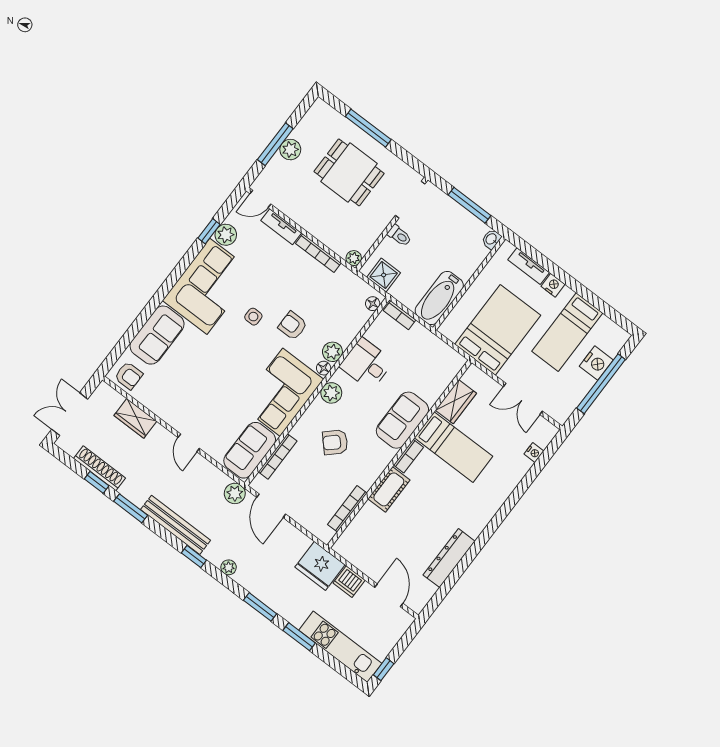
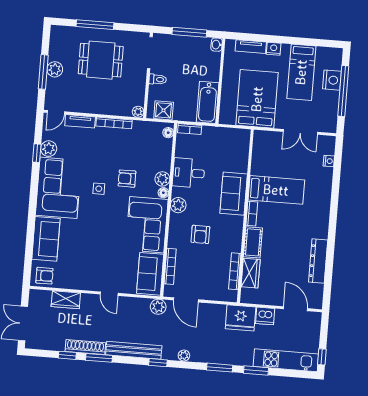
wardrobe: (456, 402) -> (251, 273), moved
armchair: (335, 442) -> (200, 234), turned -47
shoe rack: (100, 468) -> (85, 347), moved

